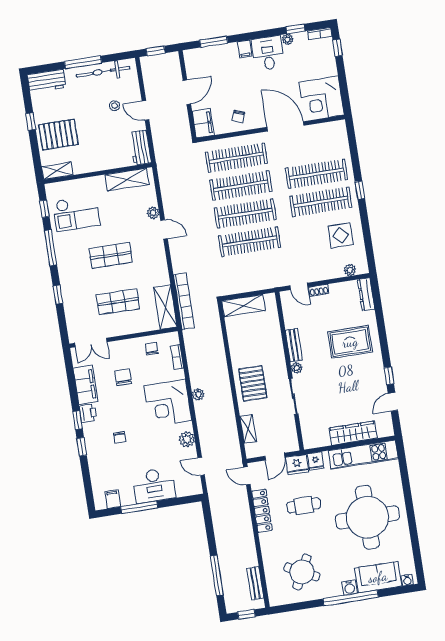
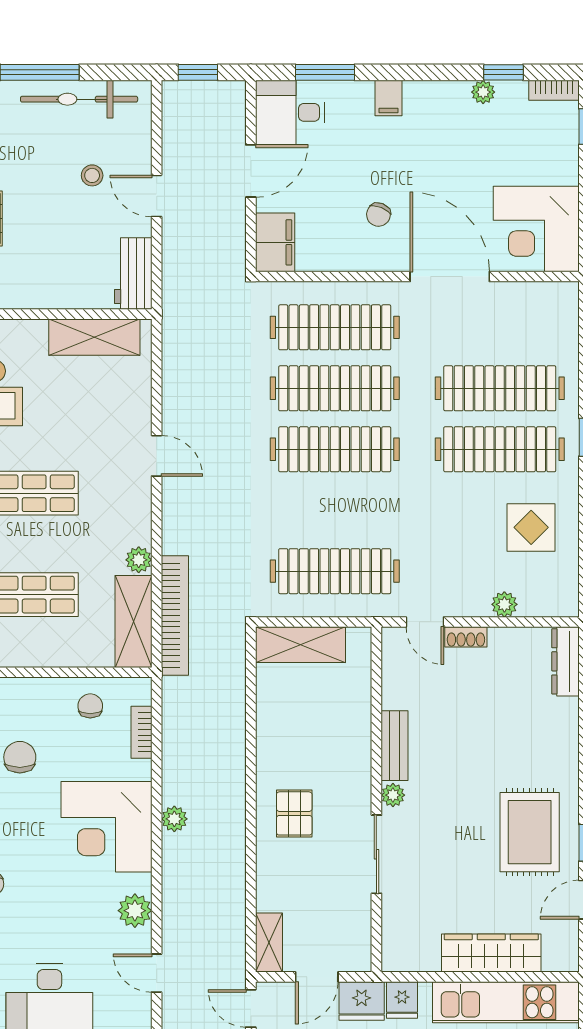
desk: (268, 53) -> (290, 112), moved, turned -90
chair: (238, 116) -> (378, 215), moved
plant: (153, 213) -> (139, 560), moved
clothes rail: (250, 242) -> (335, 571), moved
plant: (350, 270) -> (504, 604), moved
rug: (350, 342) -> (530, 832), moved, turned 90
pallet: (253, 383) -> (294, 813), width x0.67, depth x0.71
shelving: (248, 429) -> (269, 942), moved

